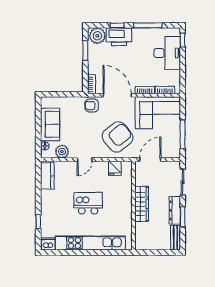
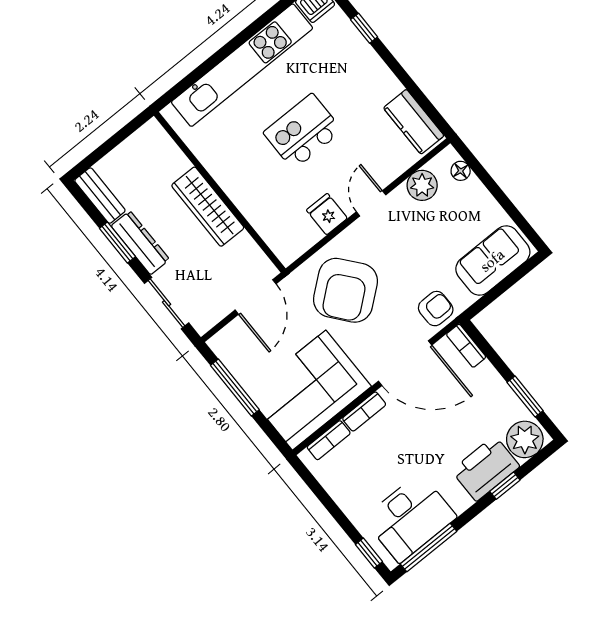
window: (148, 25) -> (429, 548), moved
desk: (167, 53) -> (410, 518), moved, turned -90
sofa: (50, 124) -> (493, 261), moved, turned 90
fridge: (115, 168) -> (327, 214), moved
kitchen island: (88, 203) -> (303, 132), turned 180

